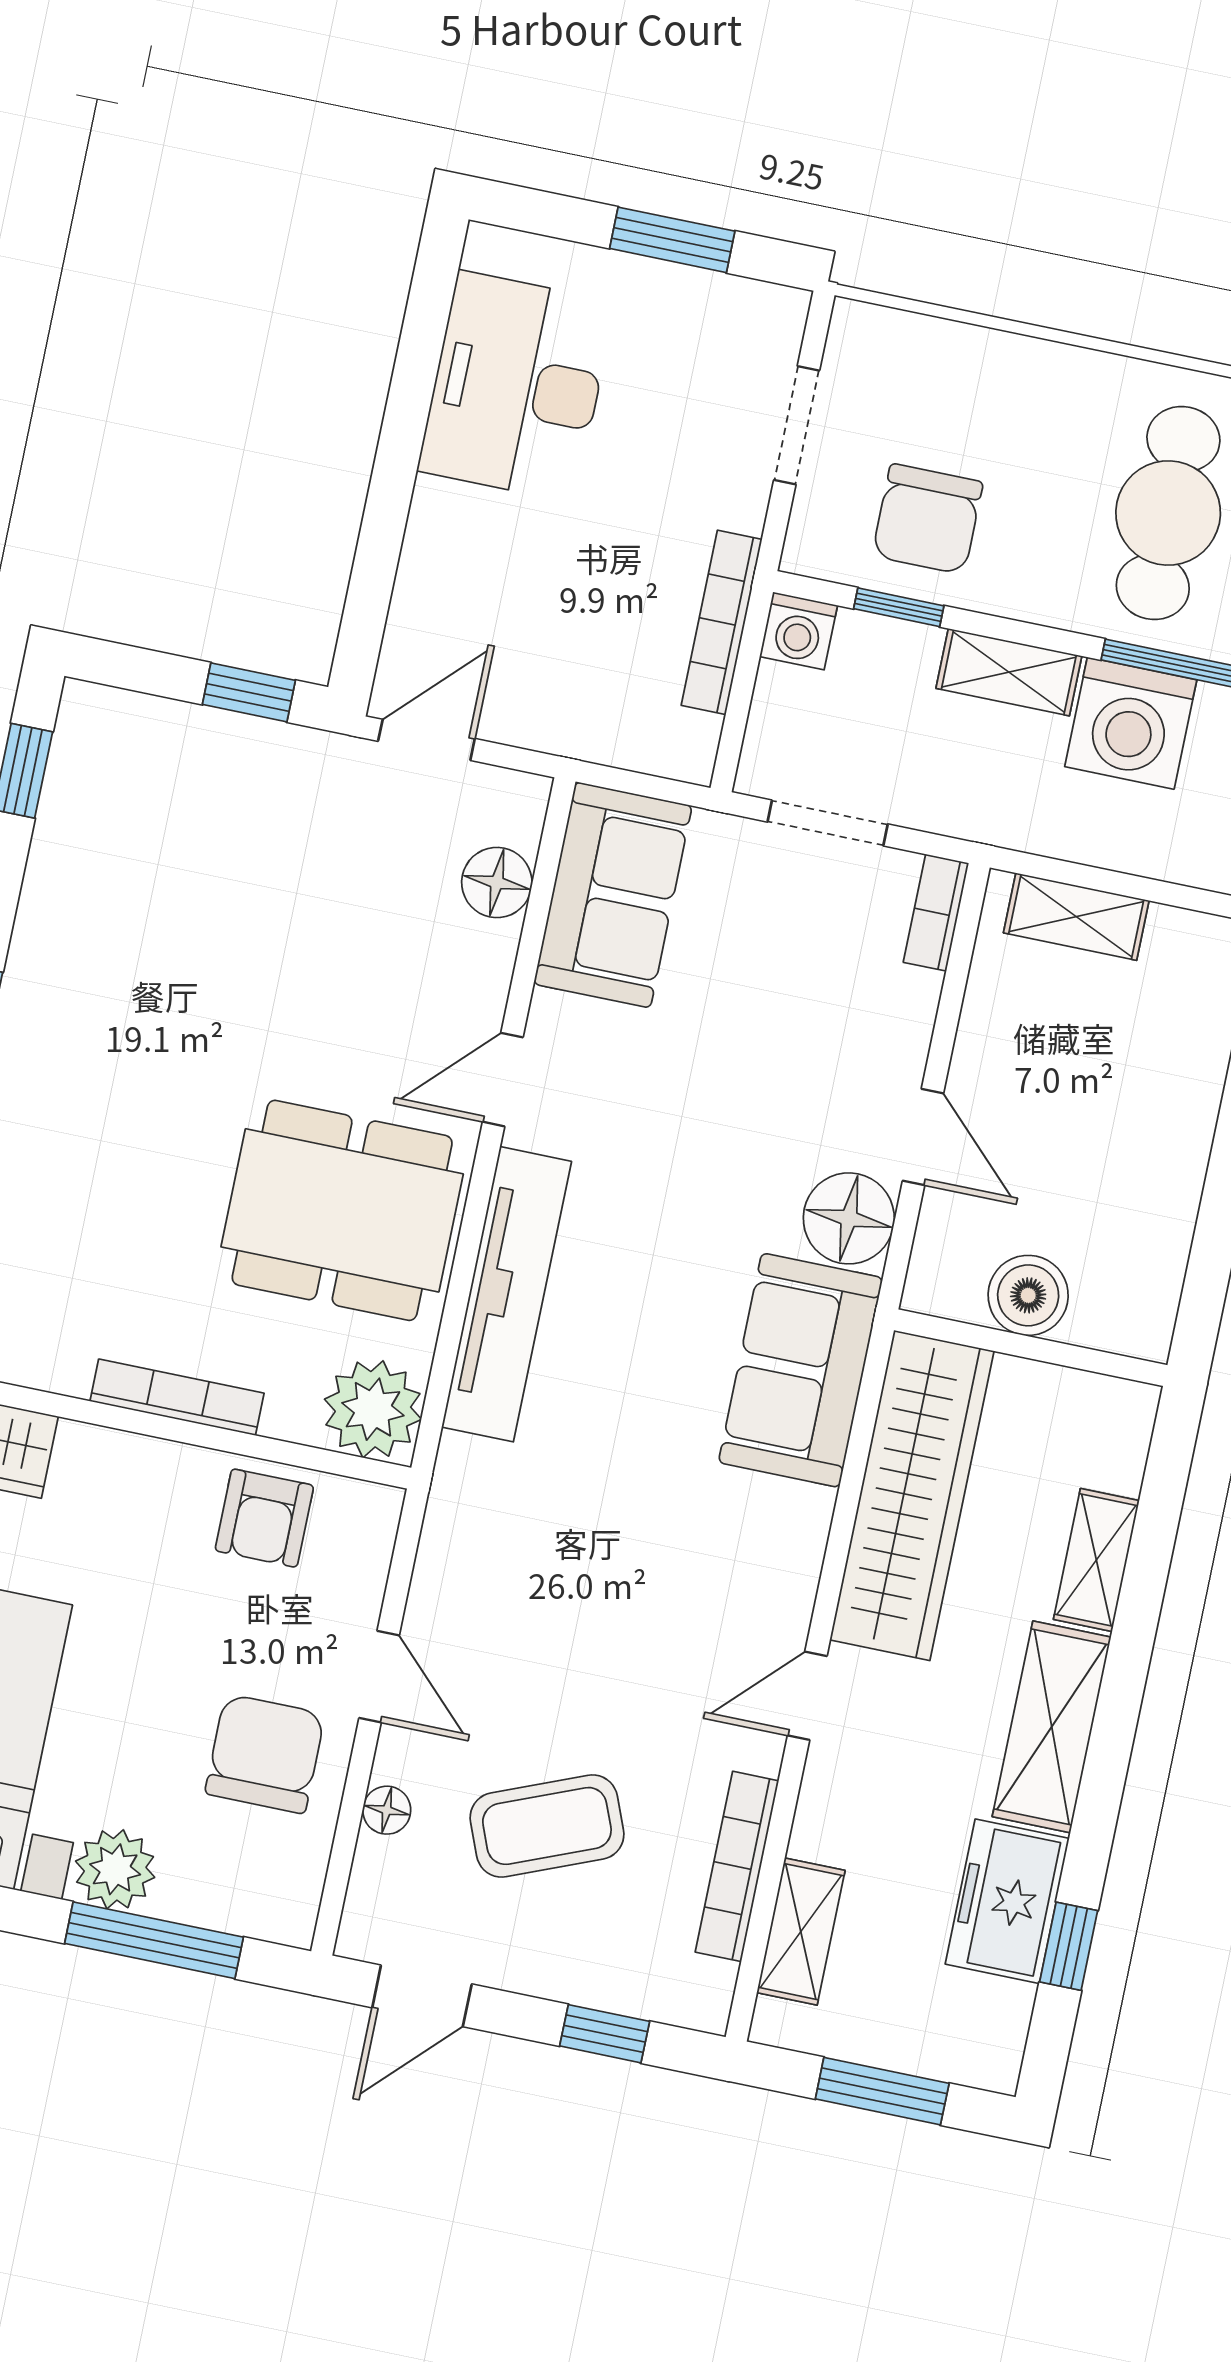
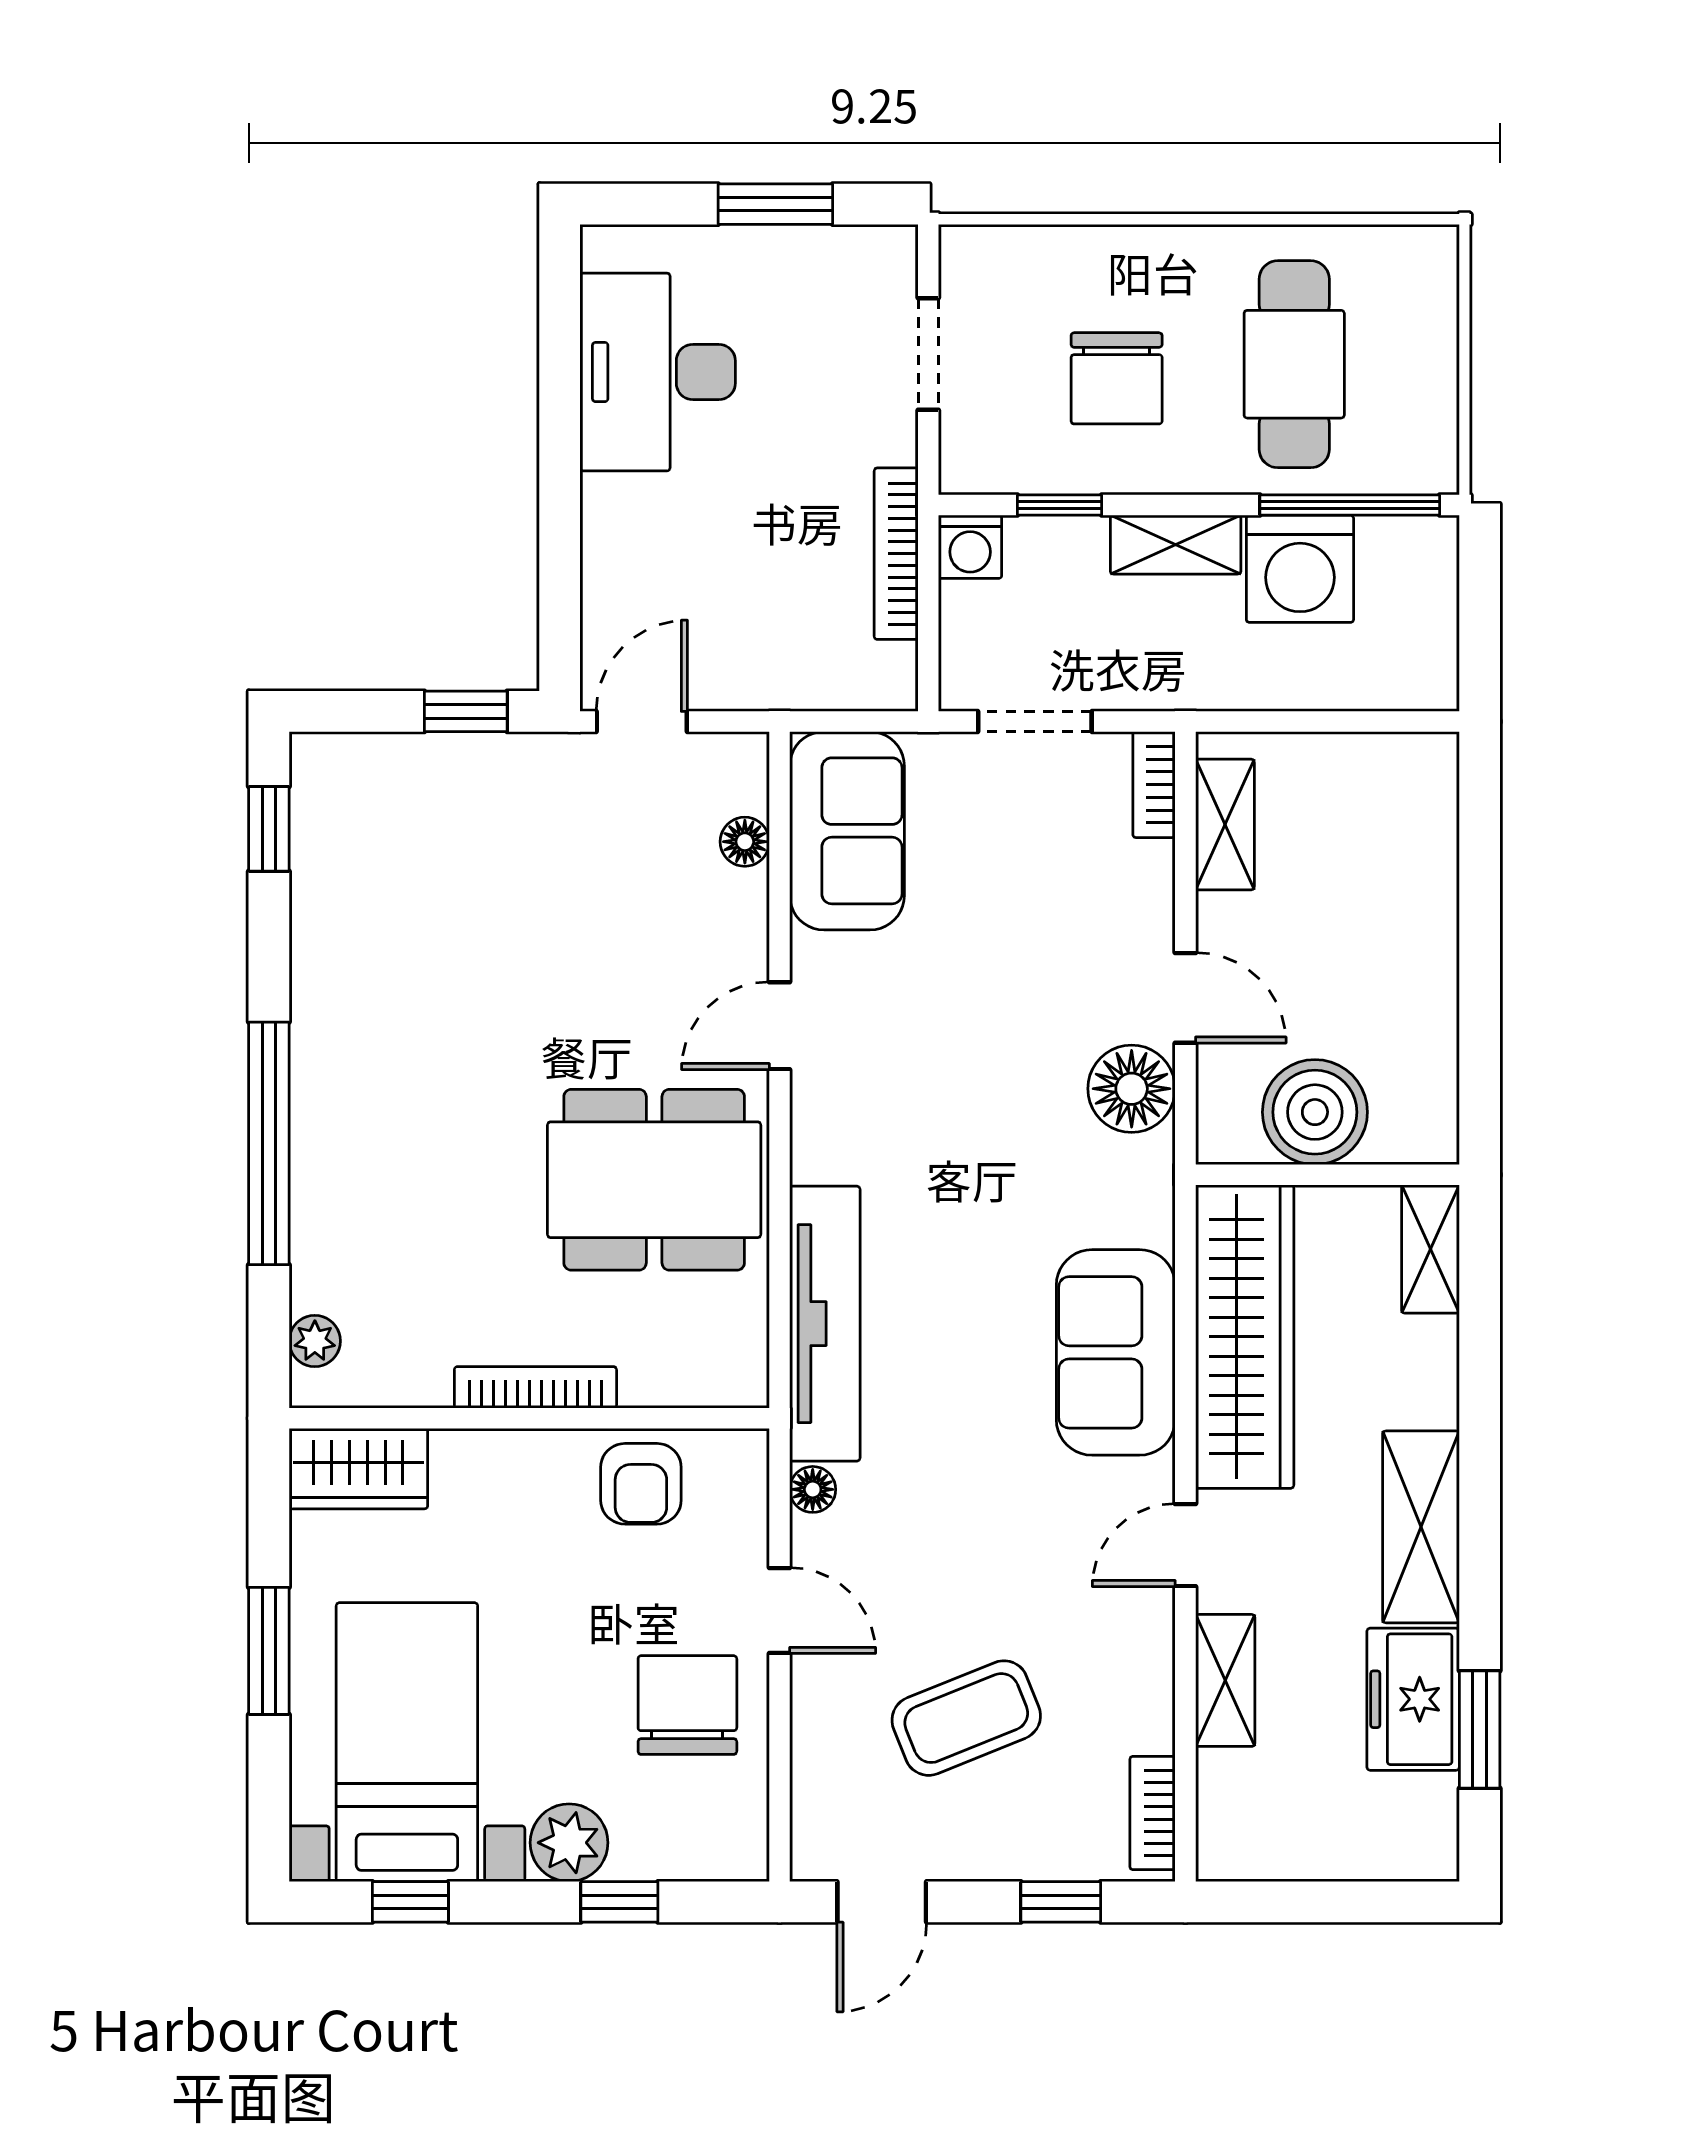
chair: (928, 519) -> (1117, 378), moved
floor lamp: (497, 882) -> (745, 842), width x0.73, depth x0.73
shelving: (1076, 917) -> (1225, 825), moved, turned 90
tv unit: (507, 1294) -> (825, 1324), moved
boiler: (1028, 1295) -> (1315, 1112), width x1.37, depth x1.37
sofa: (801, 1370) -> (1116, 1352), moved
plant: (373, 1409) -> (722, 1360), removed
shelving: (1096, 1560) -> (1430, 1249), moved
floor lamp: (387, 1810) -> (813, 1489), moved
bookcase: (737, 1866) -> (1153, 1813), moved, width x0.64
shelving: (801, 1932) -> (1225, 1680), moved
window: (154, 1940) -> (619, 1902), width x0.46
window: (1069, 1946) -> (1480, 1730), width x1.50
window: (882, 2091) -> (1333, 1902), removed

